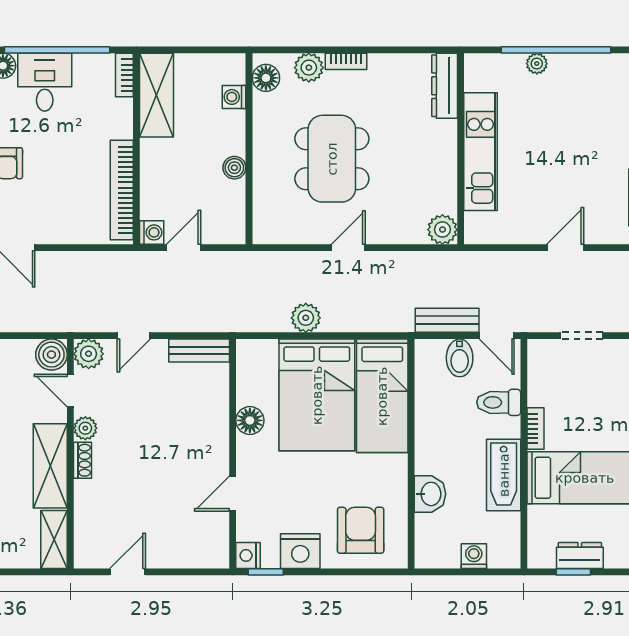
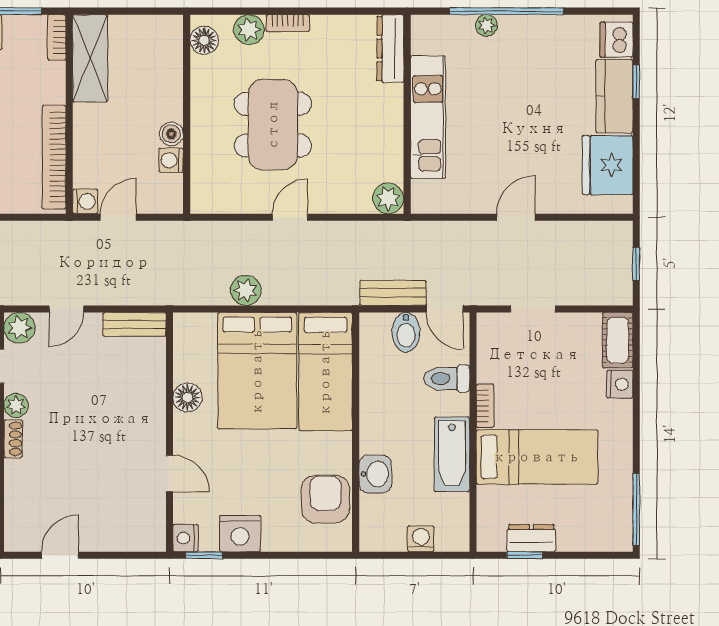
washing machine: (234, 97) -> (171, 160), moved
door: (233, 494) -> (169, 474), swing flipped
armchair: (361, 530) -> (325, 499), moved

